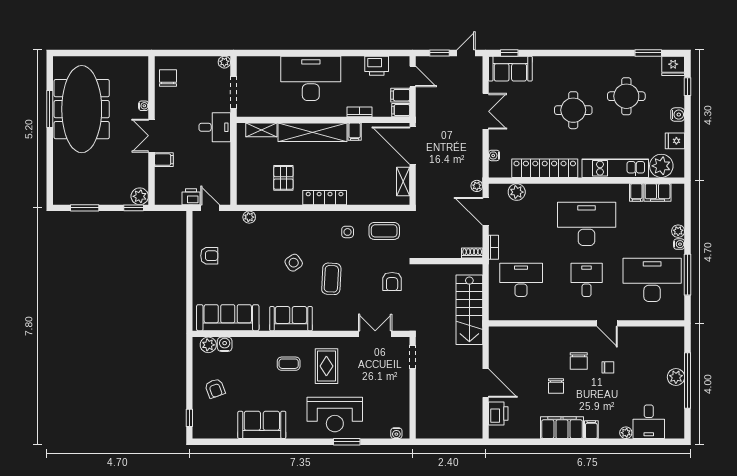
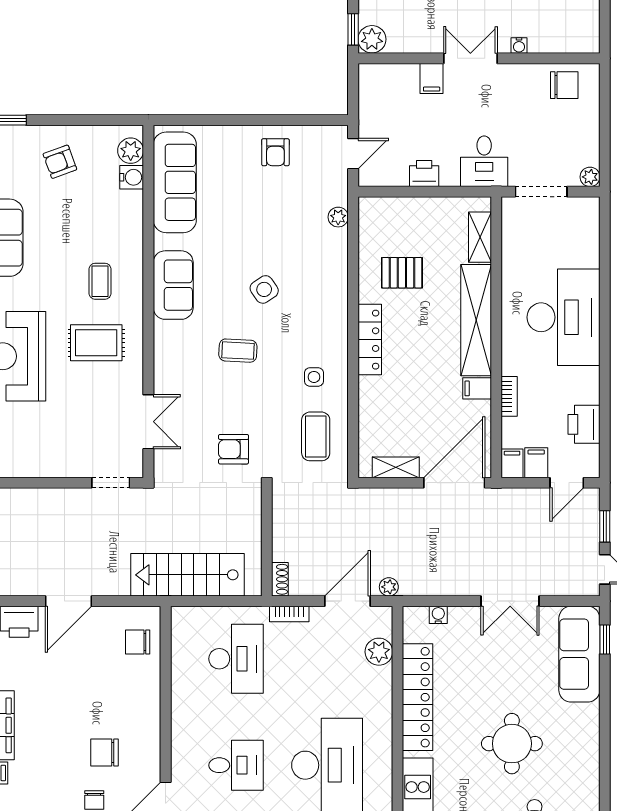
sofa: (510, 69) -> (579, 654), width x1.36
printer: (191, 197) -> (424, 174), moved, turned -90
coffee table: (331, 279) -> (238, 351), width x0.73, depth x0.77
chair: (556, 386) -> (138, 642), moved

